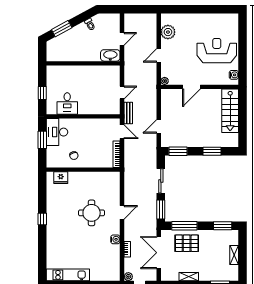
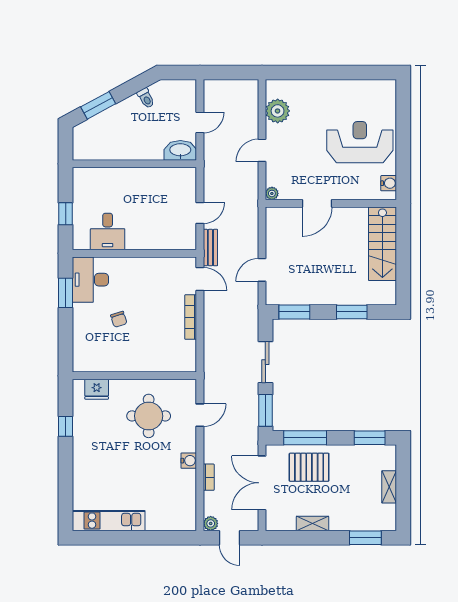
wall: (83, 170) -> (134, 376), moved
fridge: (61, 178) -> (97, 389), moved

